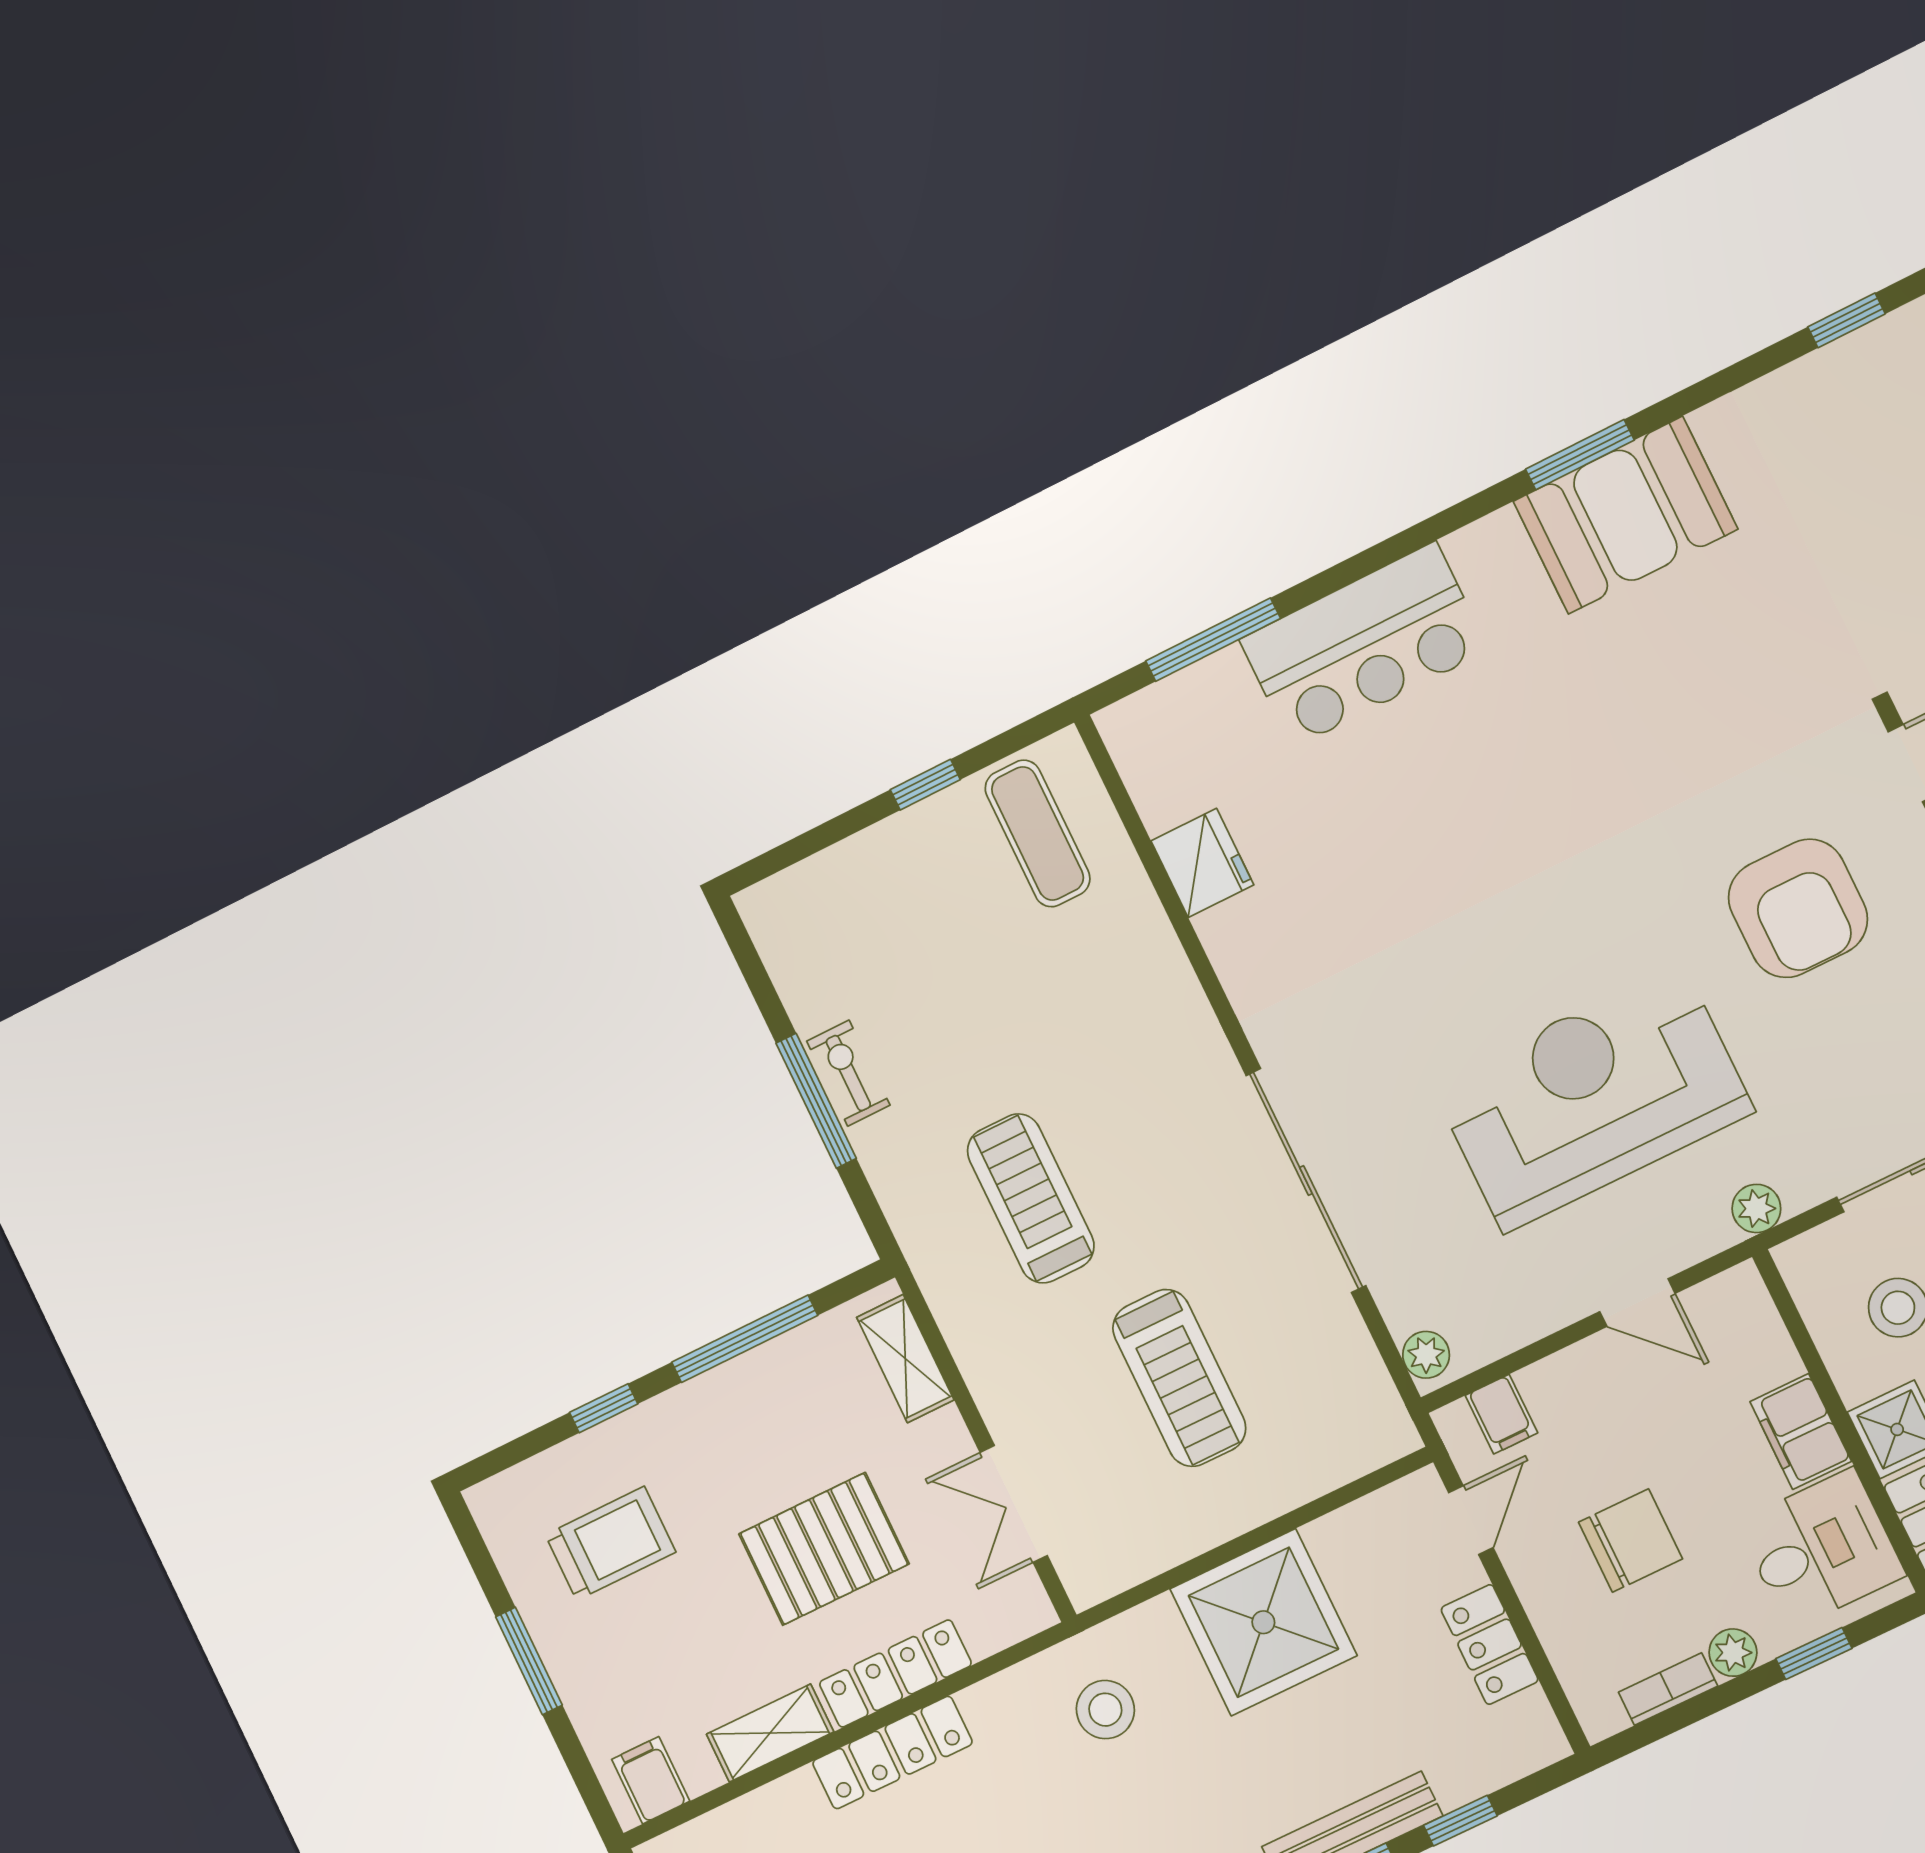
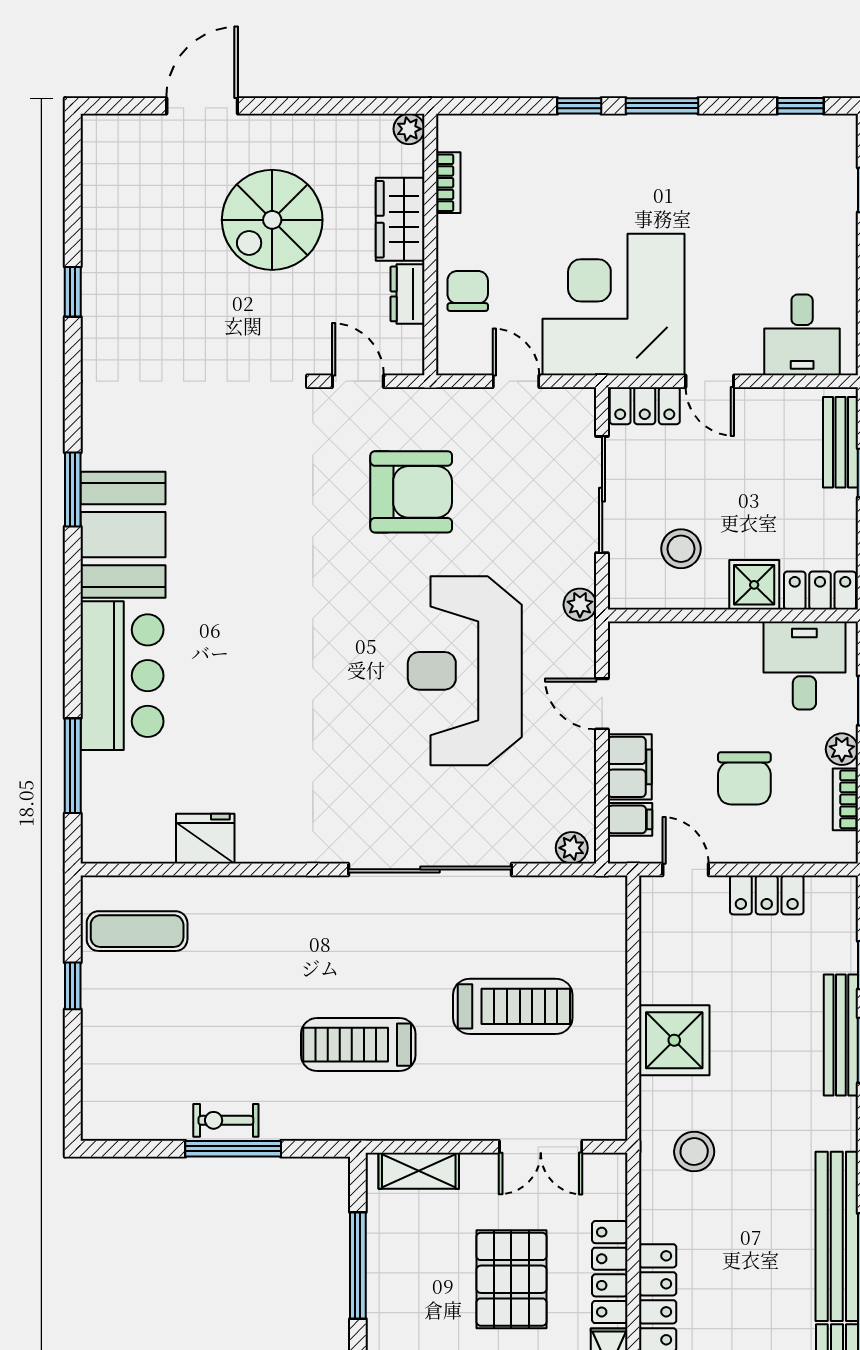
booth: (1625, 515) -> (123, 535), moved
door: (1637, 1302) -> (602, 704), swing flipped
filing cabinet: (1801, 1431) -> (630, 767), moved, turned -90
chair: (1630, 1541) -> (744, 778), turned 180
shower: (1263, 1622) -> (674, 1040), width x0.73, depth x0.73

